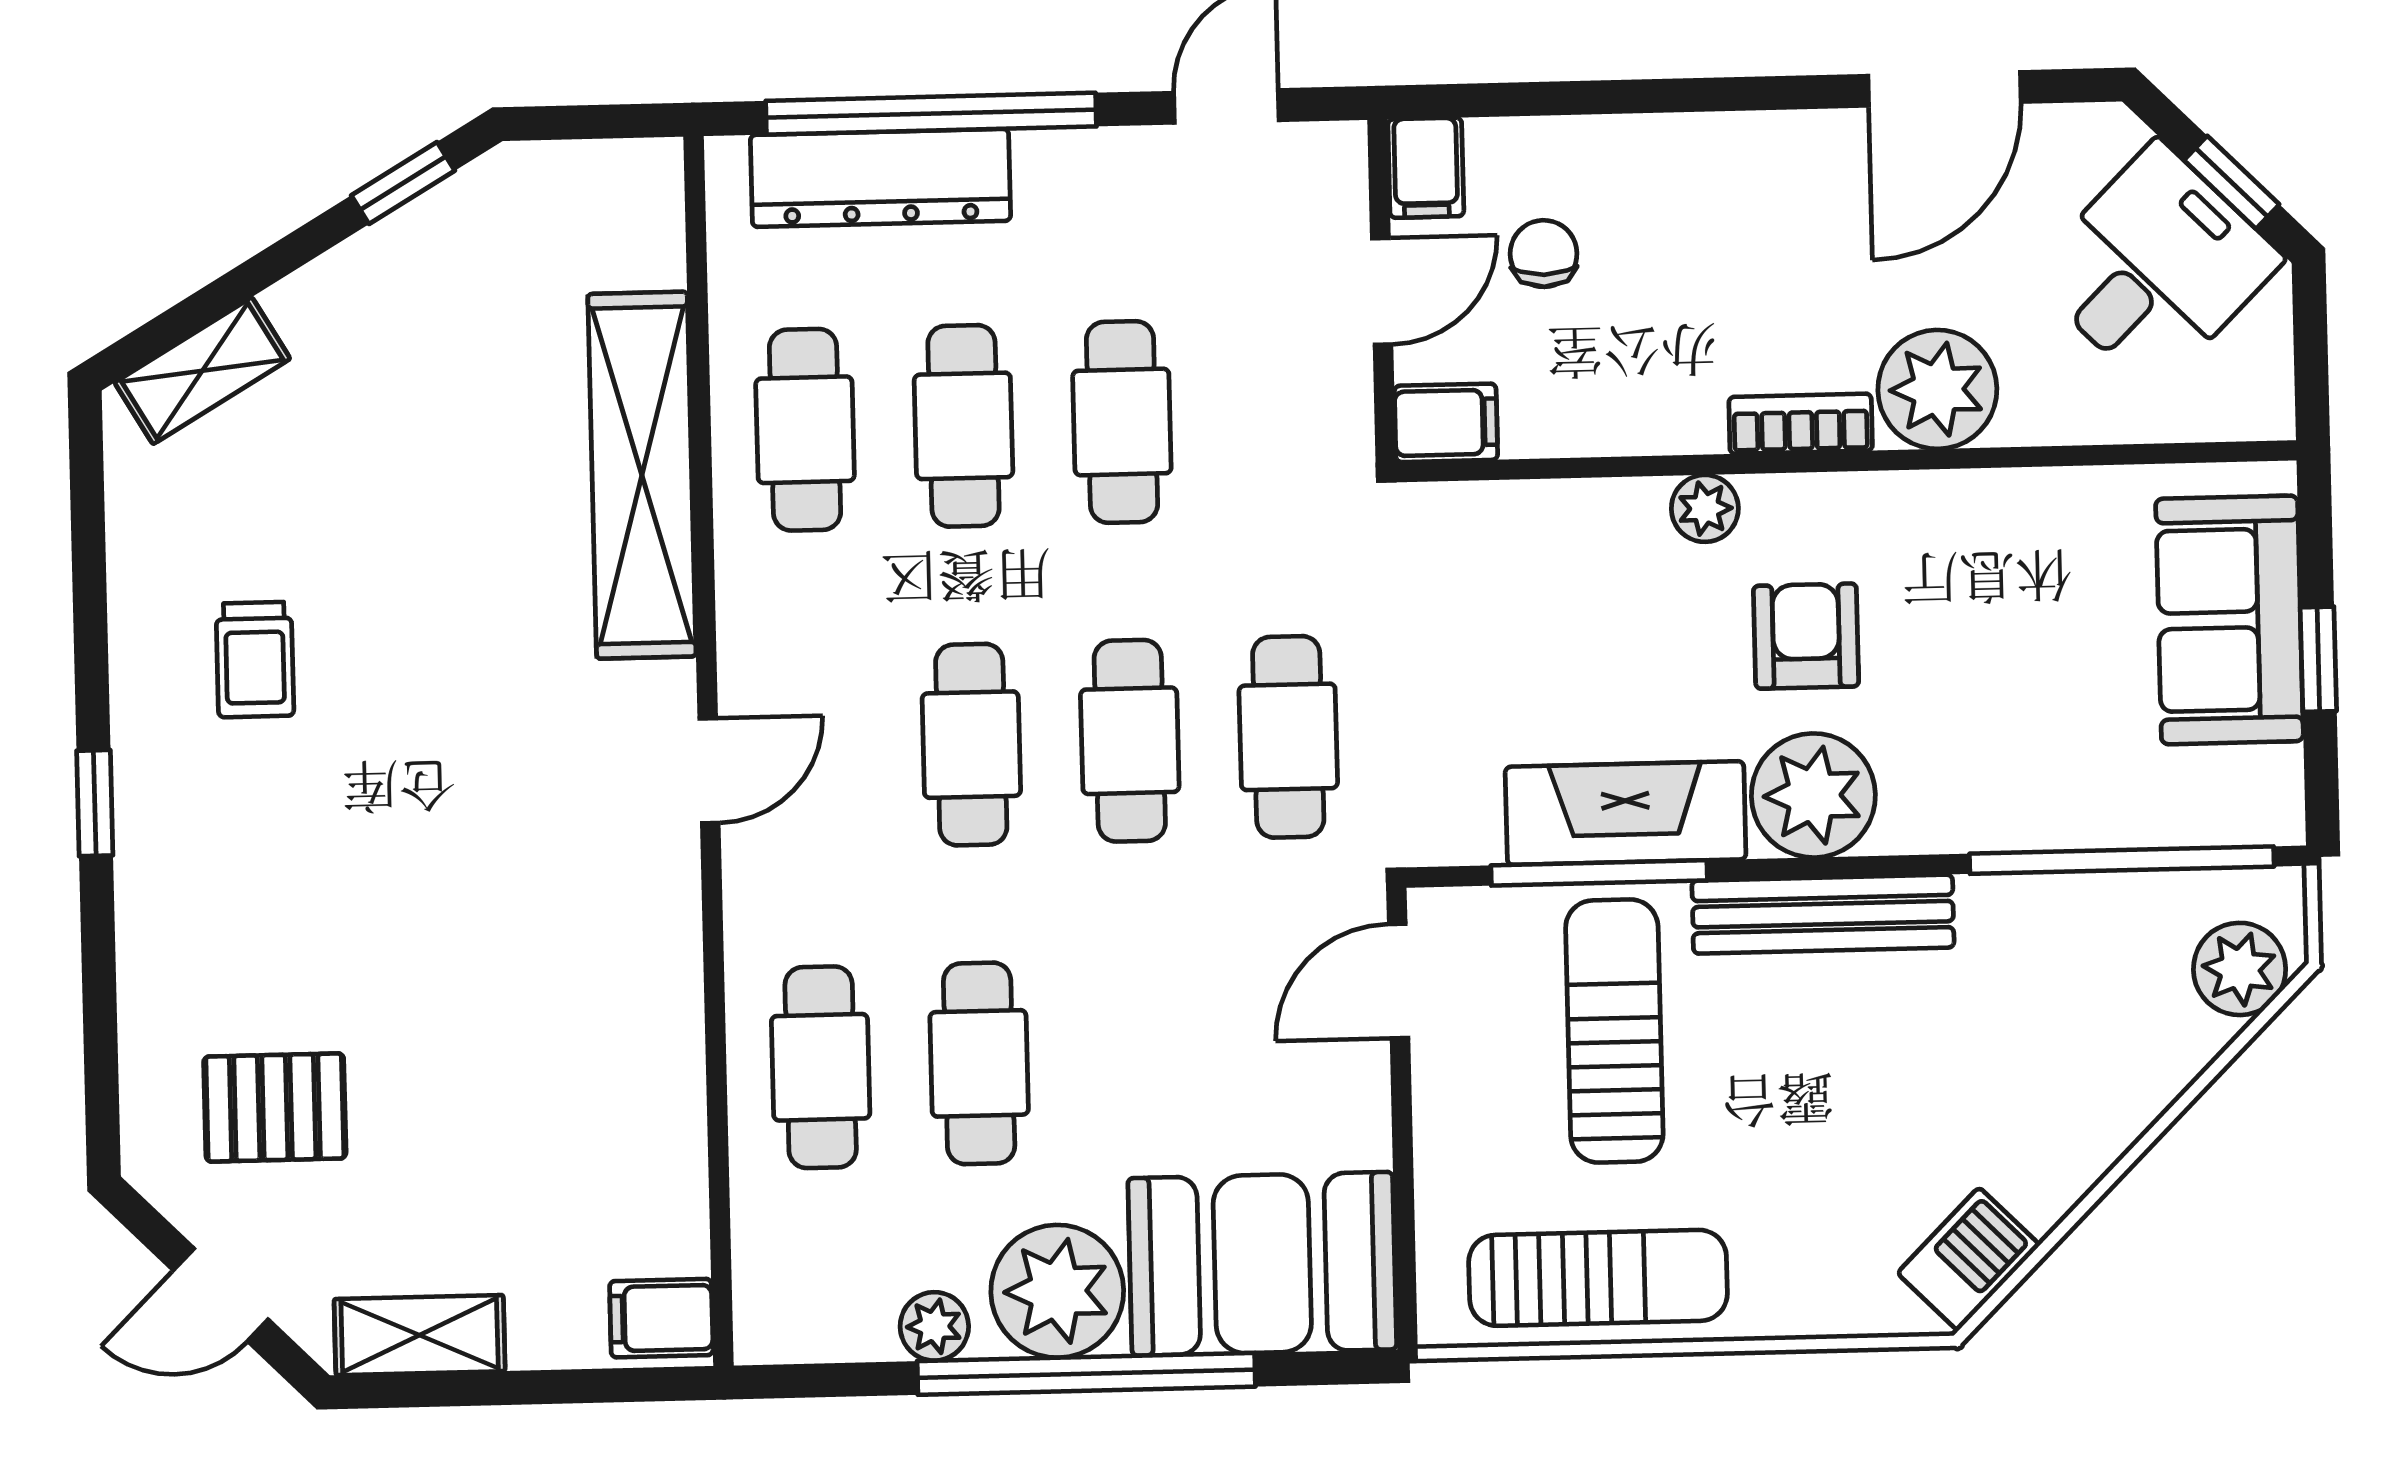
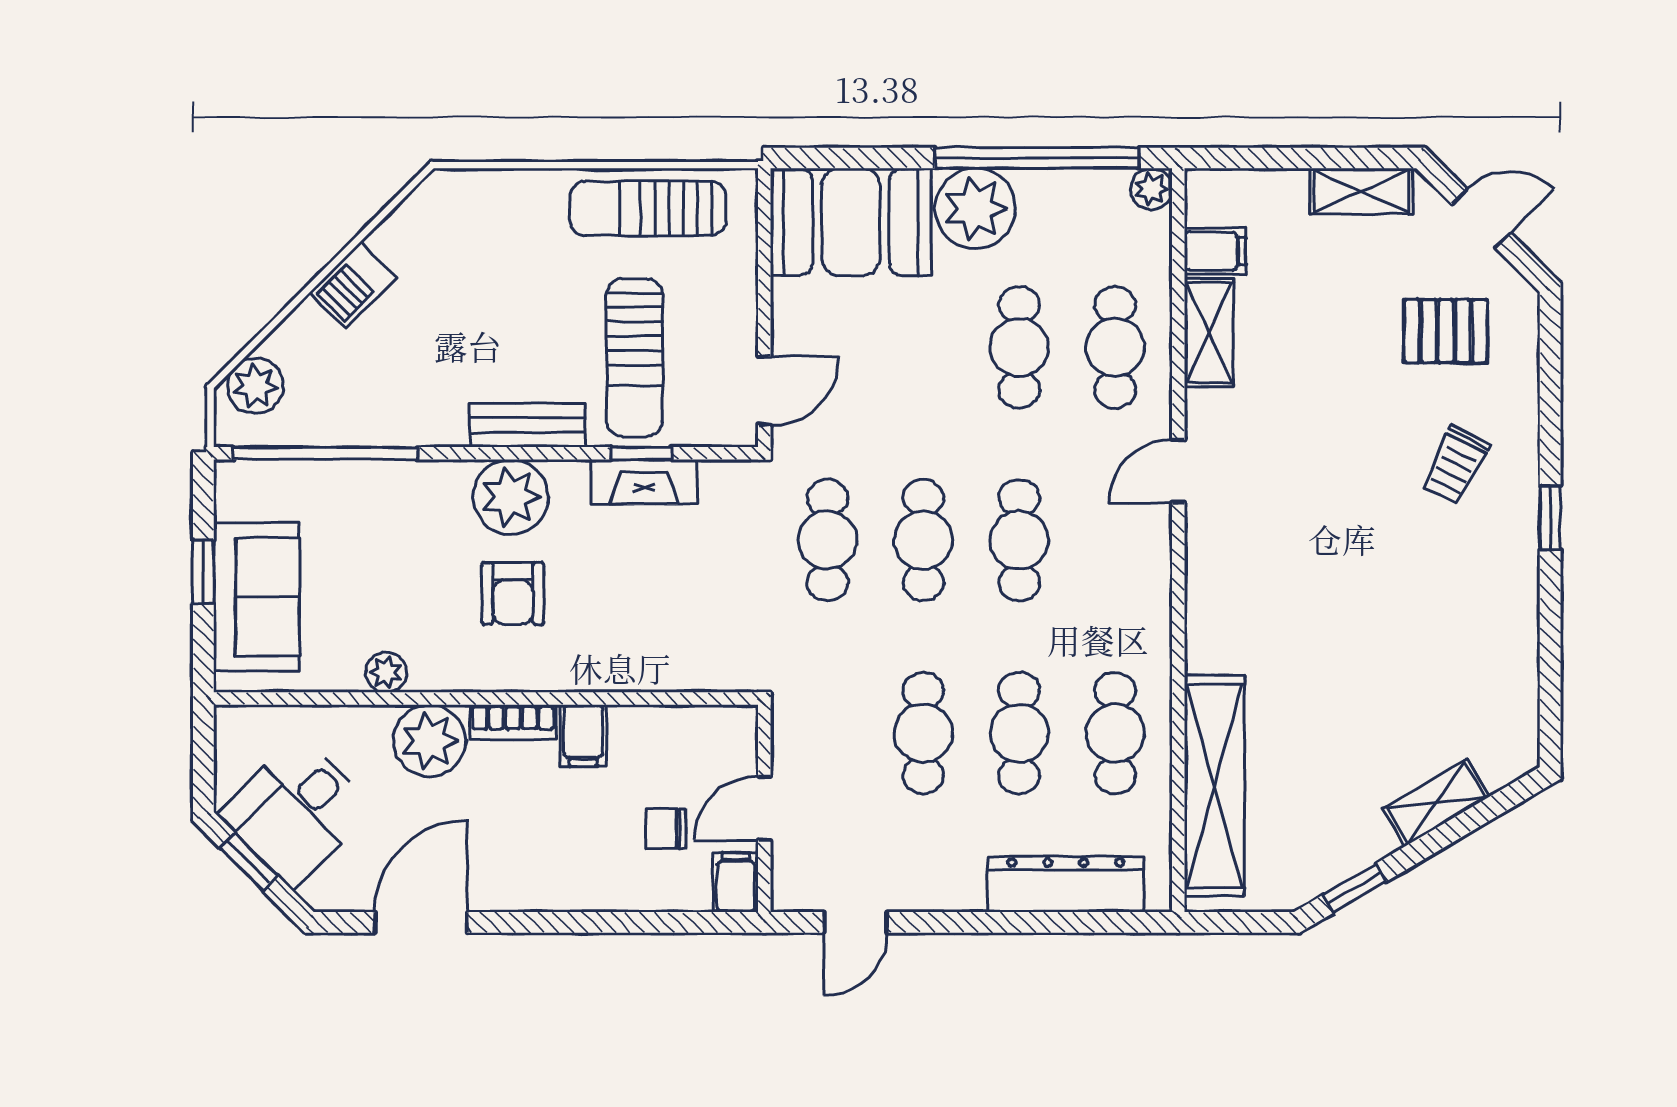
window: (931, 114) -> (1034, 922), removed
chair: (1544, 254) -> (666, 829), turned 90
shelving: (202, 371) -> (1436, 803), moved
filing cabinet: (1446, 423) -> (583, 736), moved, turned -90
shelving: (642, 475) -> (1214, 786), moved
plant: (1705, 508) -> (386, 672), moved
trolley: (255, 660) -> (1455, 465), moved, turned -153
door: (709, 771) -> (1178, 471), moved
fireplace: (1626, 813) -> (644, 482), width x0.73, depth x0.76
window: (1599, 873) -> (641, 453), width x0.46
bench: (1823, 914) -> (528, 425), width x0.73
shelving: (666, 1095) -> (1209, 333), added
barbecue: (1969, 1259) -> (353, 285), moved
filing cabinet: (661, 1318) -> (1215, 251), moved
plant: (934, 1326) -> (1151, 189), moved
window: (1086, 1374) -> (1037, 158), moved

